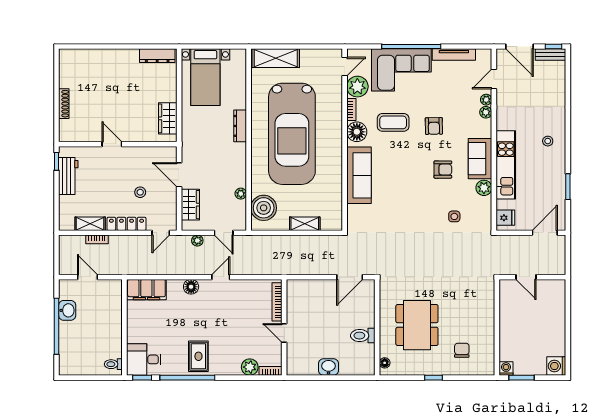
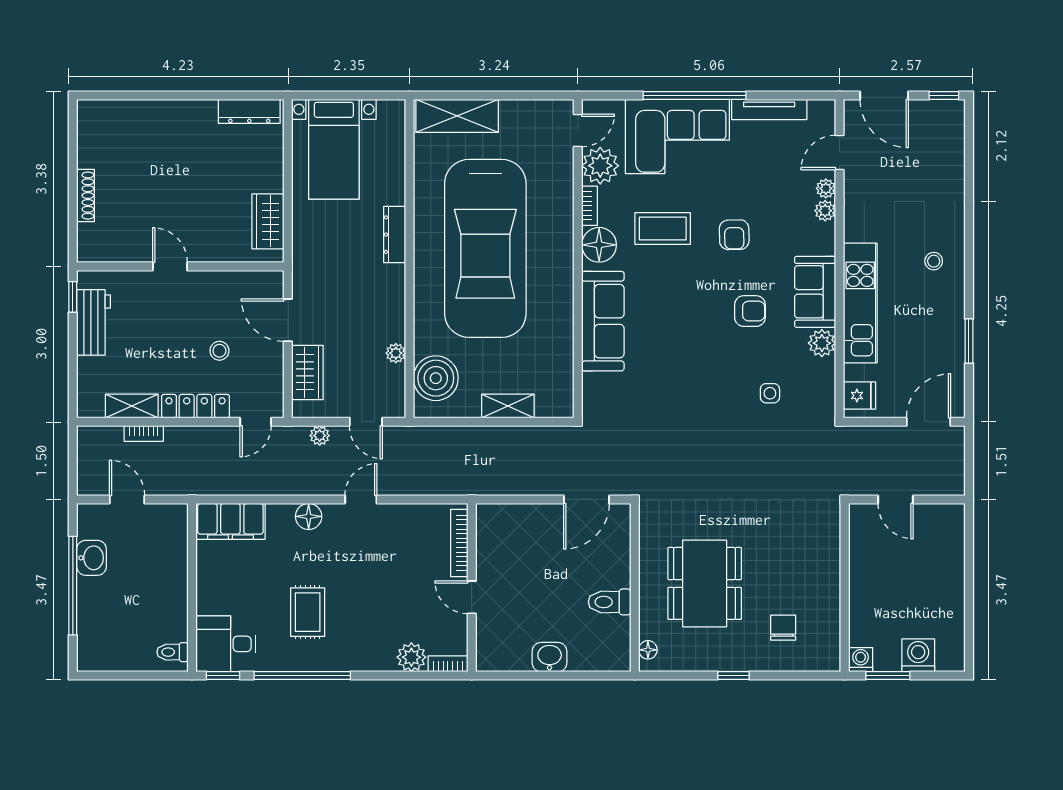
bench: (550, 55) -> (938, 109), removed
rug: (198, 356) -> (308, 612), moved
washing machine: (556, 366) -> (918, 655), moved, turned 90

